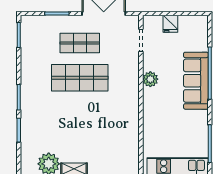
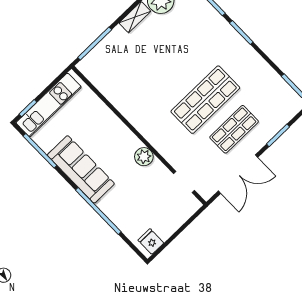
fridge: (170, 24) -> (151, 242), moved
sofa: (196, 81) -> (81, 169), moved

